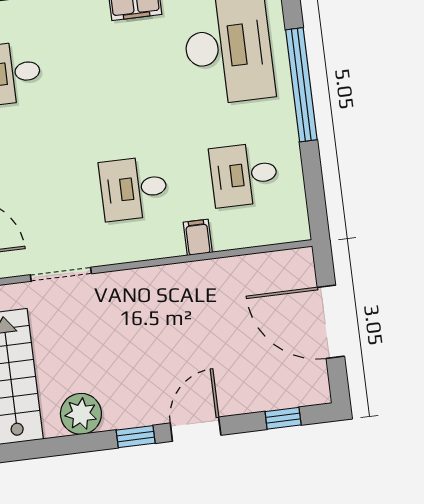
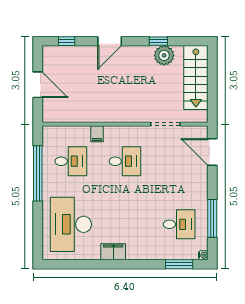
window: (301, 85) -> (38, 173), moved
door: (331, 322) -> (38, 85), width x0.73
window: (136, 437) -> (158, 41), moved

